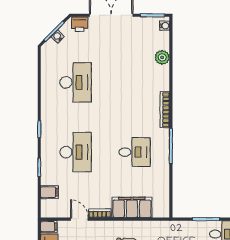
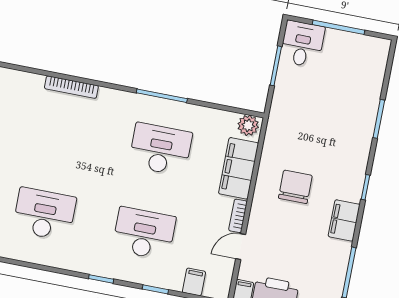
plant: (162, 57) -> (248, 125), moved
bookcase: (165, 110) -> (71, 87), moved
desk: (135, 152) -> (160, 149), width x1.37

